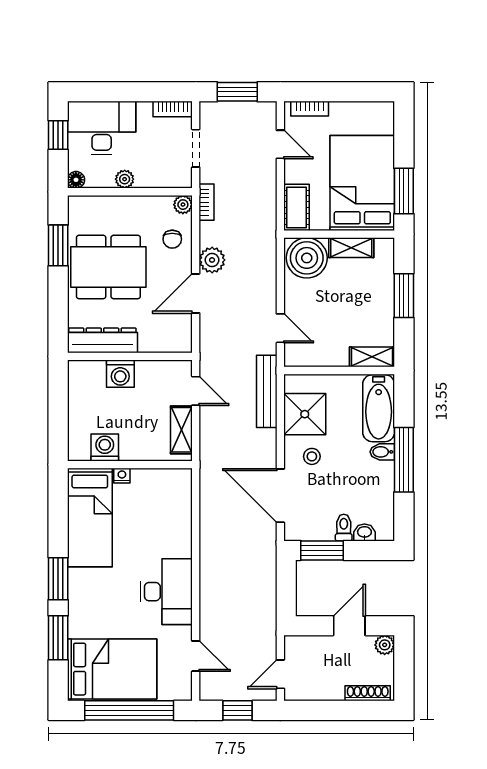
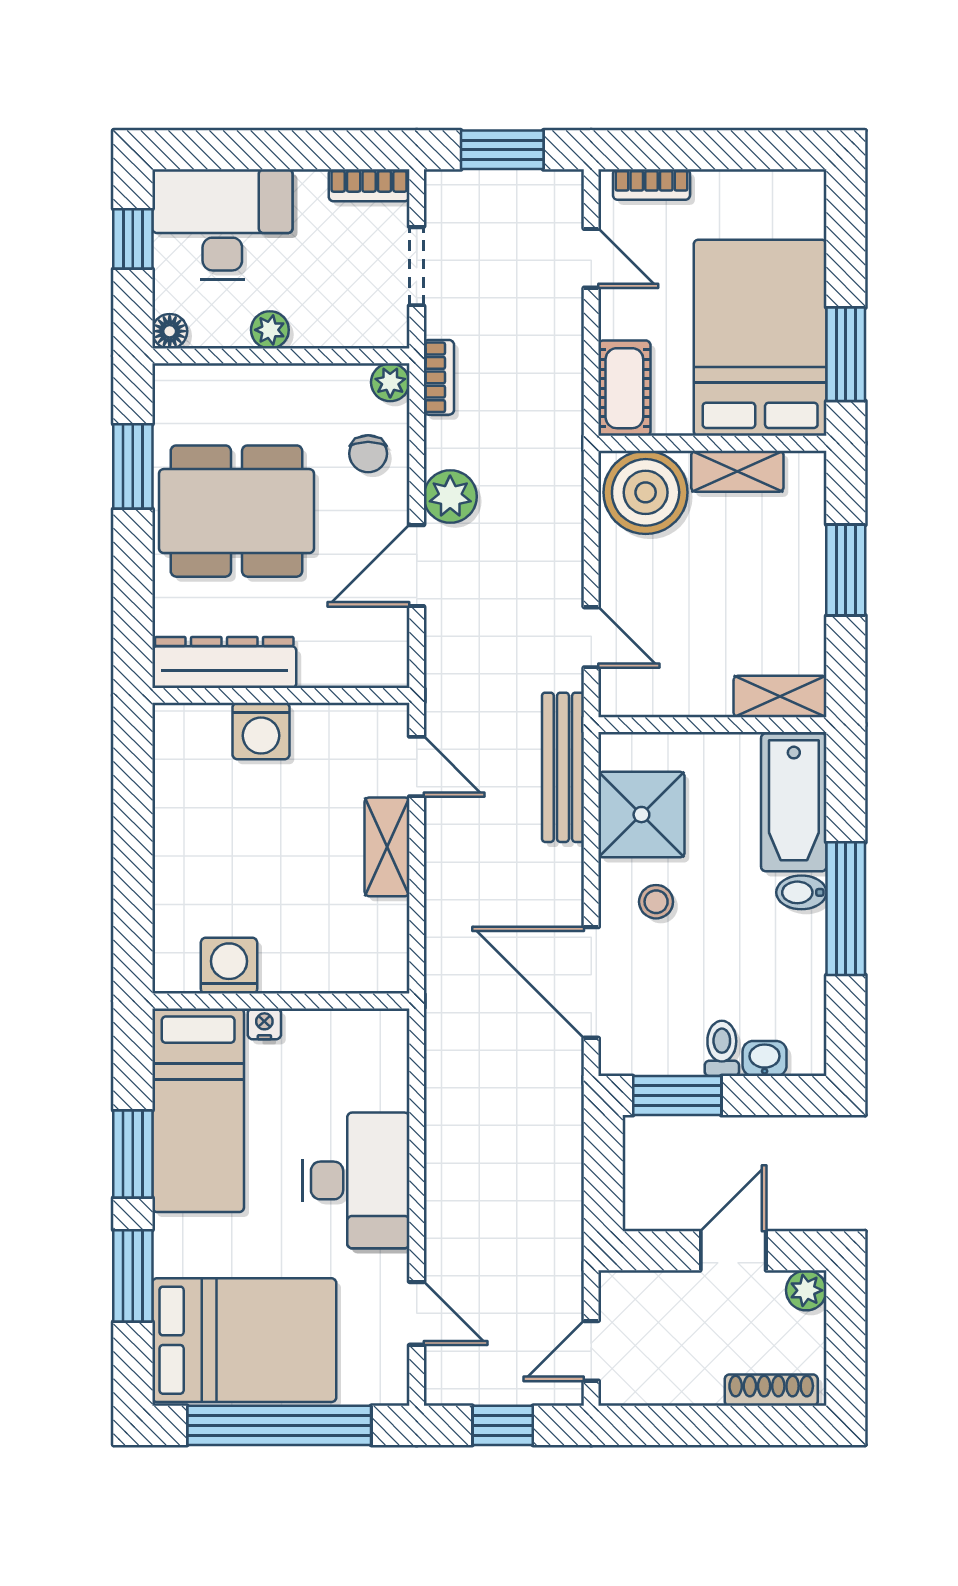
washing machine: (105, 447) -> (229, 966), moved
wall: (130, 465) -> (281, 1001), moved
nightstand: (122, 476) -> (264, 1024), moved
bed: (90, 518) -> (198, 1110), moved

